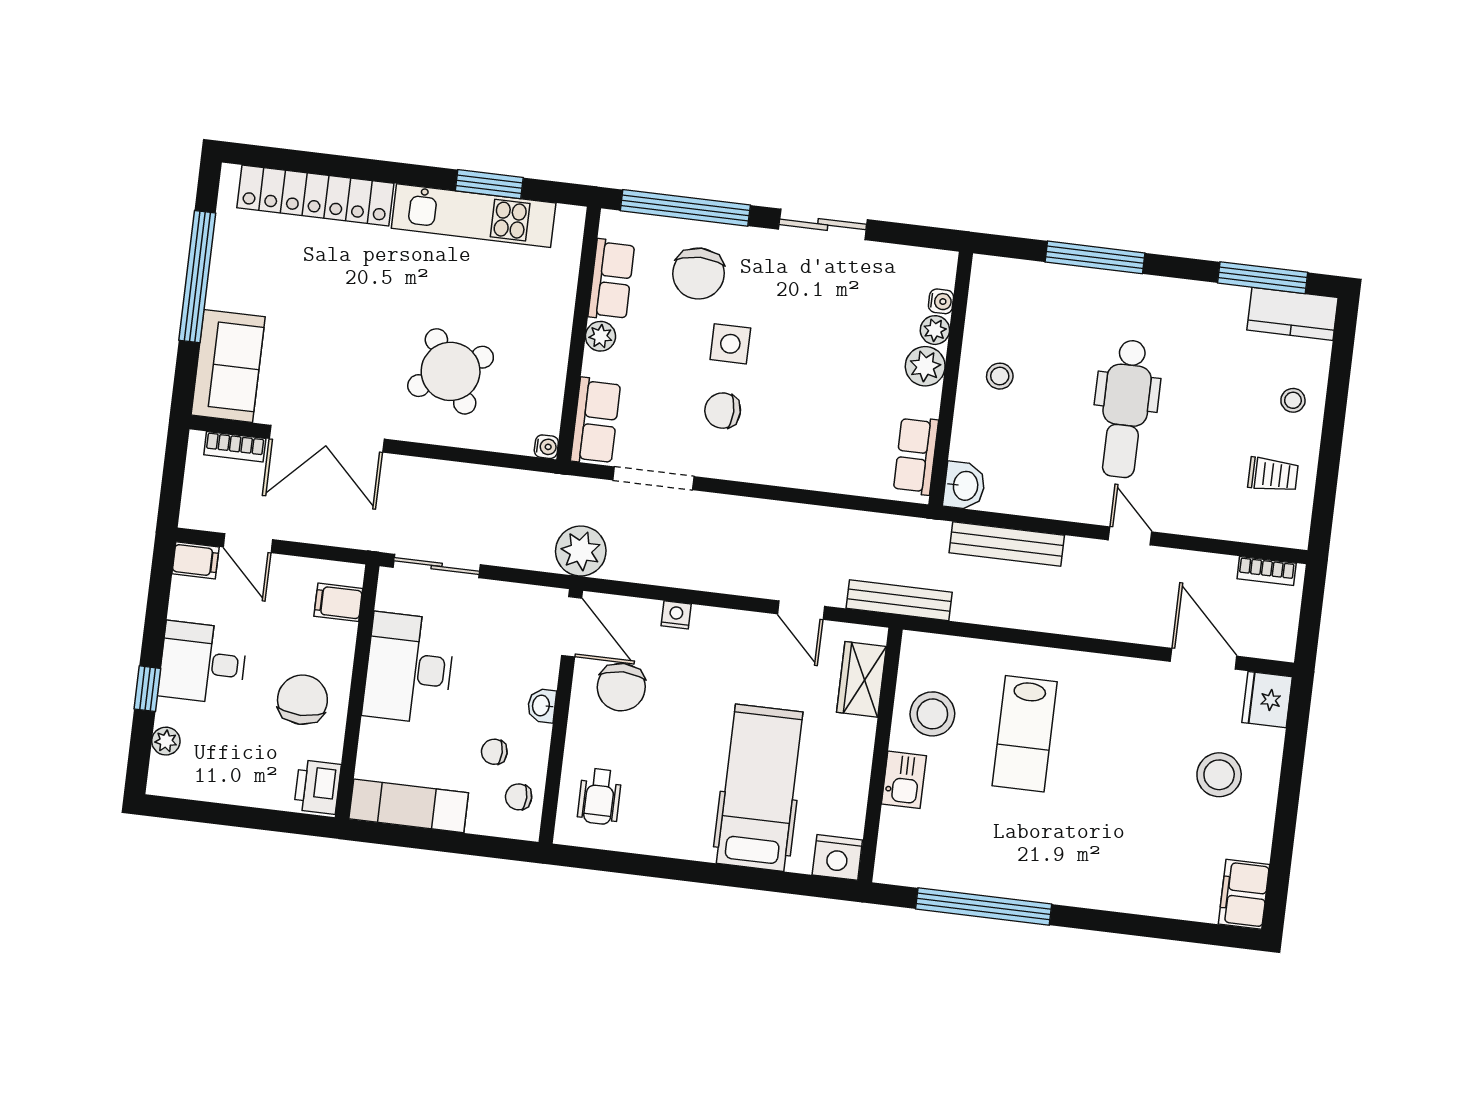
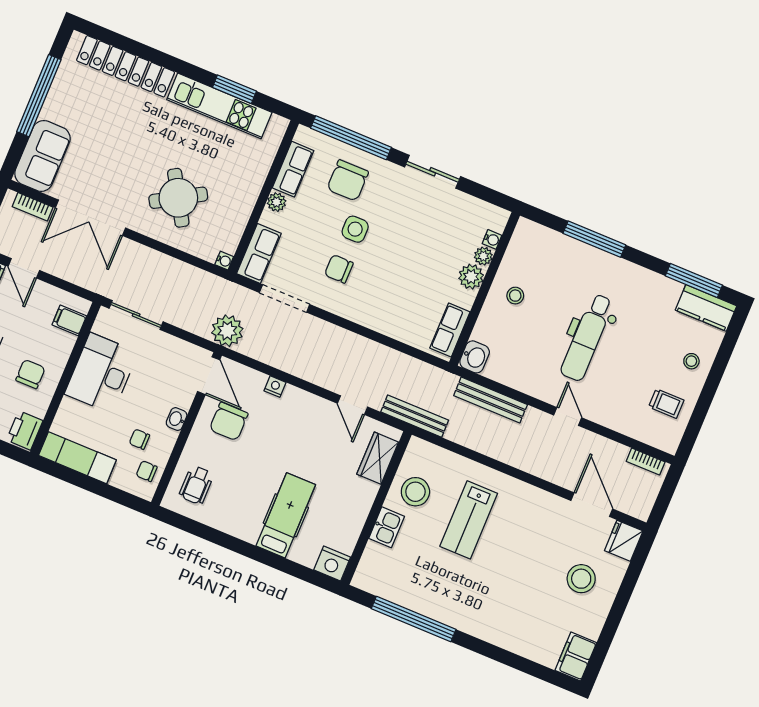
chair: (302, 700) -> (30, 374), width x0.73, depth x0.73
hospital bed: (760, 788) -> (286, 515), width x0.73, depth x0.78

